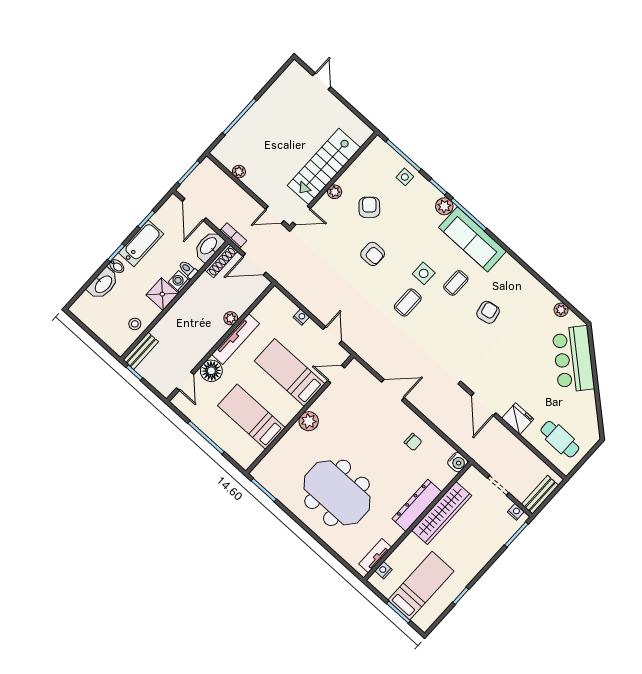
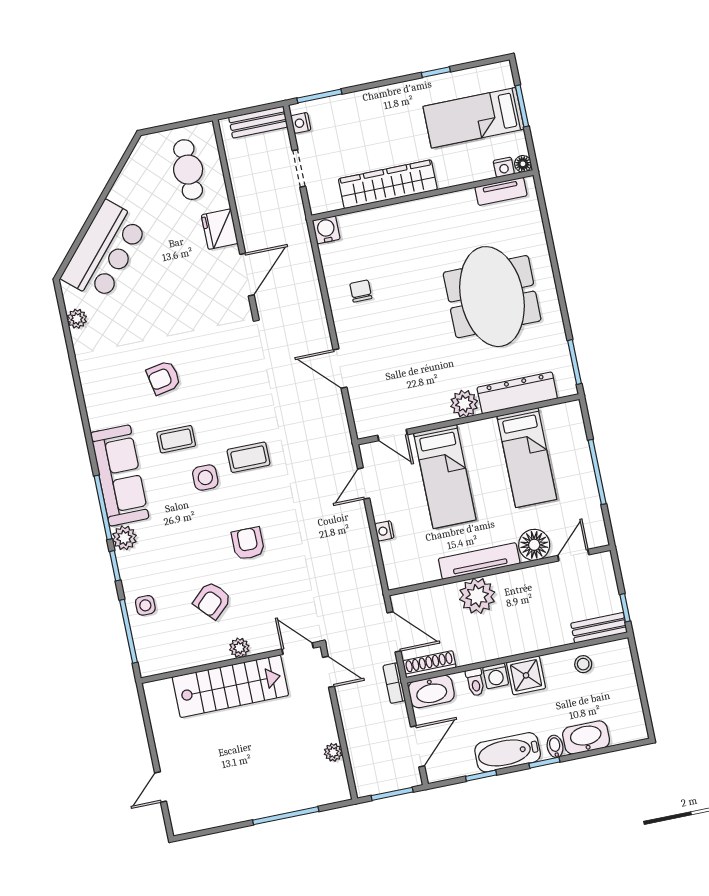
plant: (231, 318) -> (477, 596), width x1.87, depth x1.87
dresser: (417, 505) -> (517, 393), moved, turned 180
floor lamp: (374, 580) -> (523, 164), added

